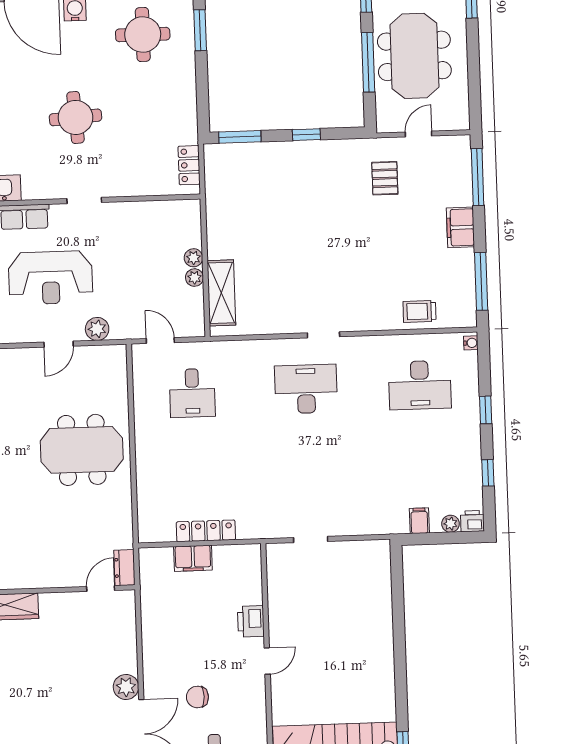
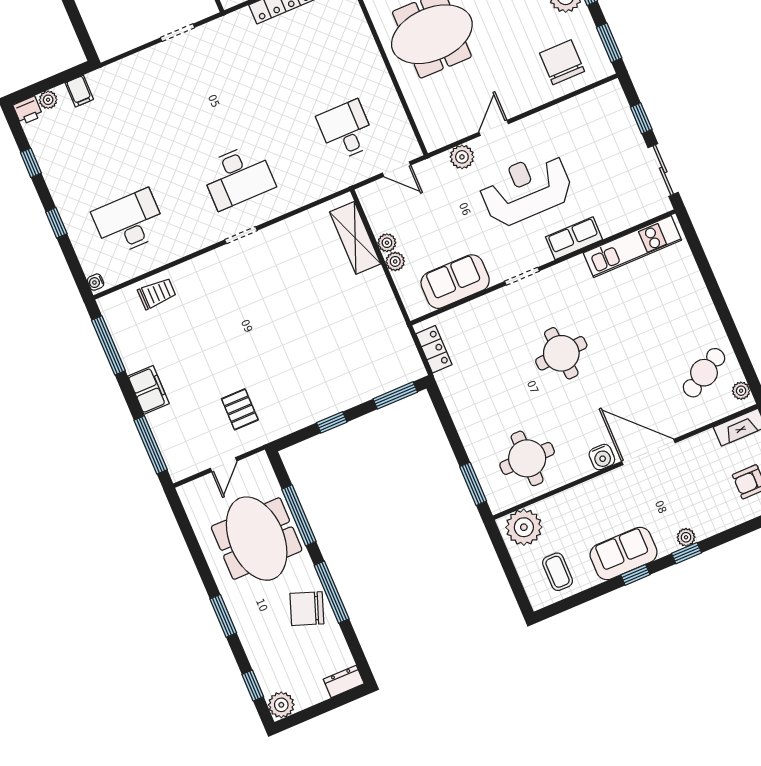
sofa: (146, 219) -> (455, 282), added

